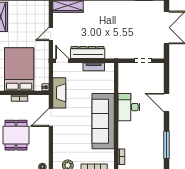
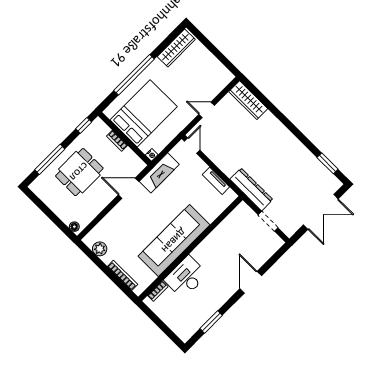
dresser: (88, 53) -> (251, 189), moved
desk: (129, 107) -> (186, 277), moved
window: (166, 145) -> (211, 322), width x0.69

